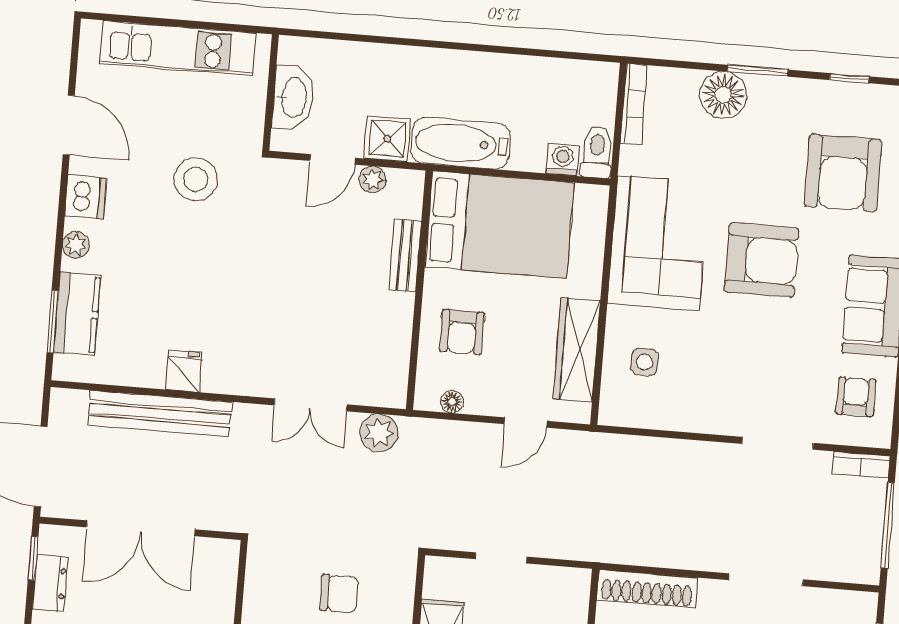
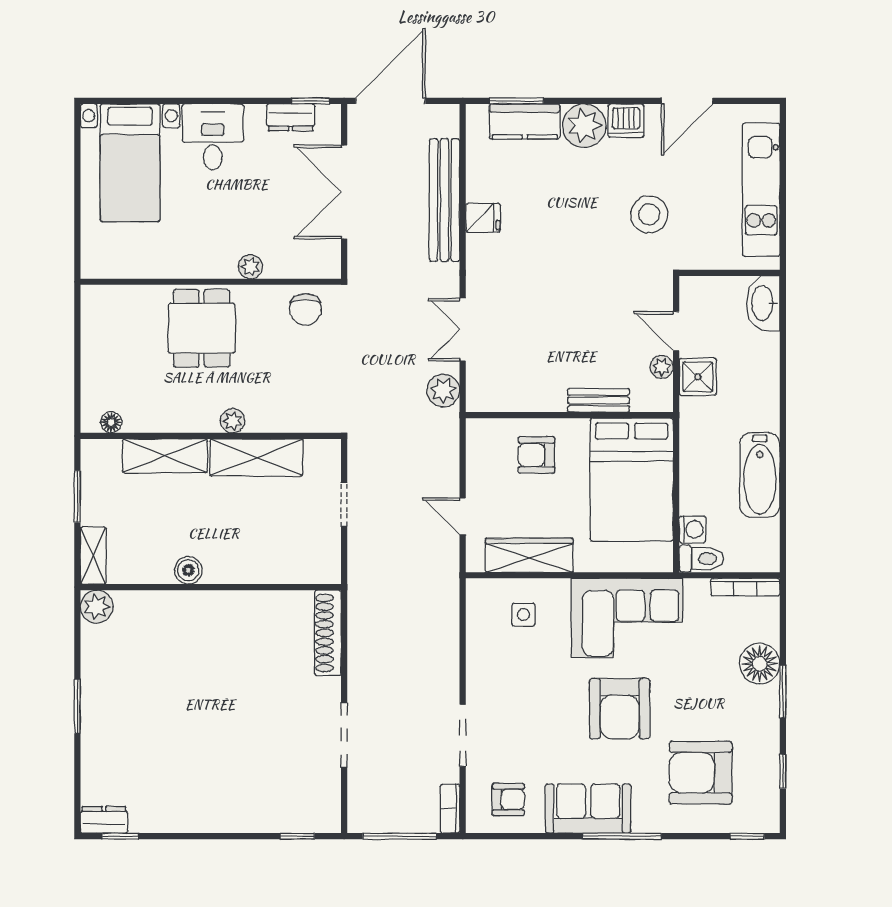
washbasin: (293, 98) -> (763, 303), moved, turned 90
bathtub: (460, 143) -> (760, 475), moved, turned 180
plant: (76, 245) -> (584, 126), width x1.88, depth x1.88
floor lamp: (452, 402) -> (475, 451), removed
chair: (339, 594) -> (305, 309), moved

